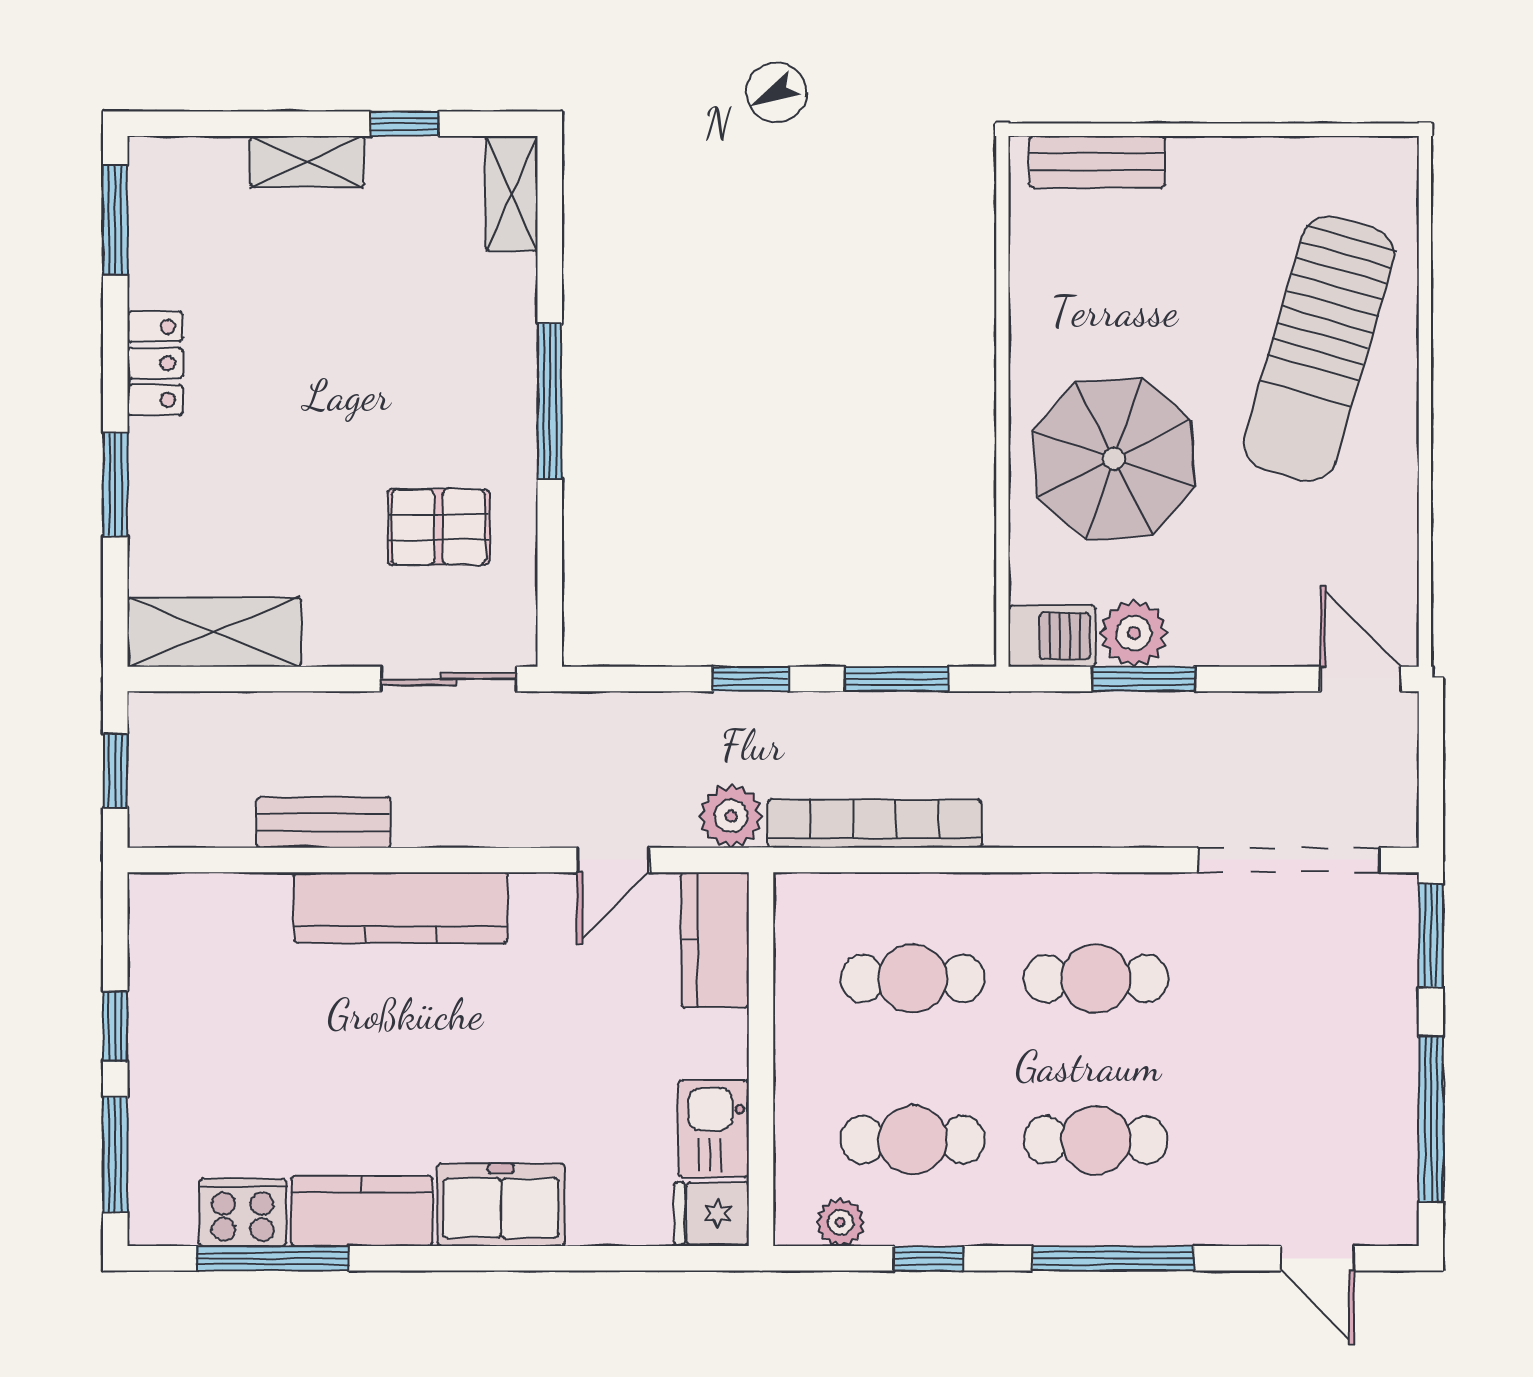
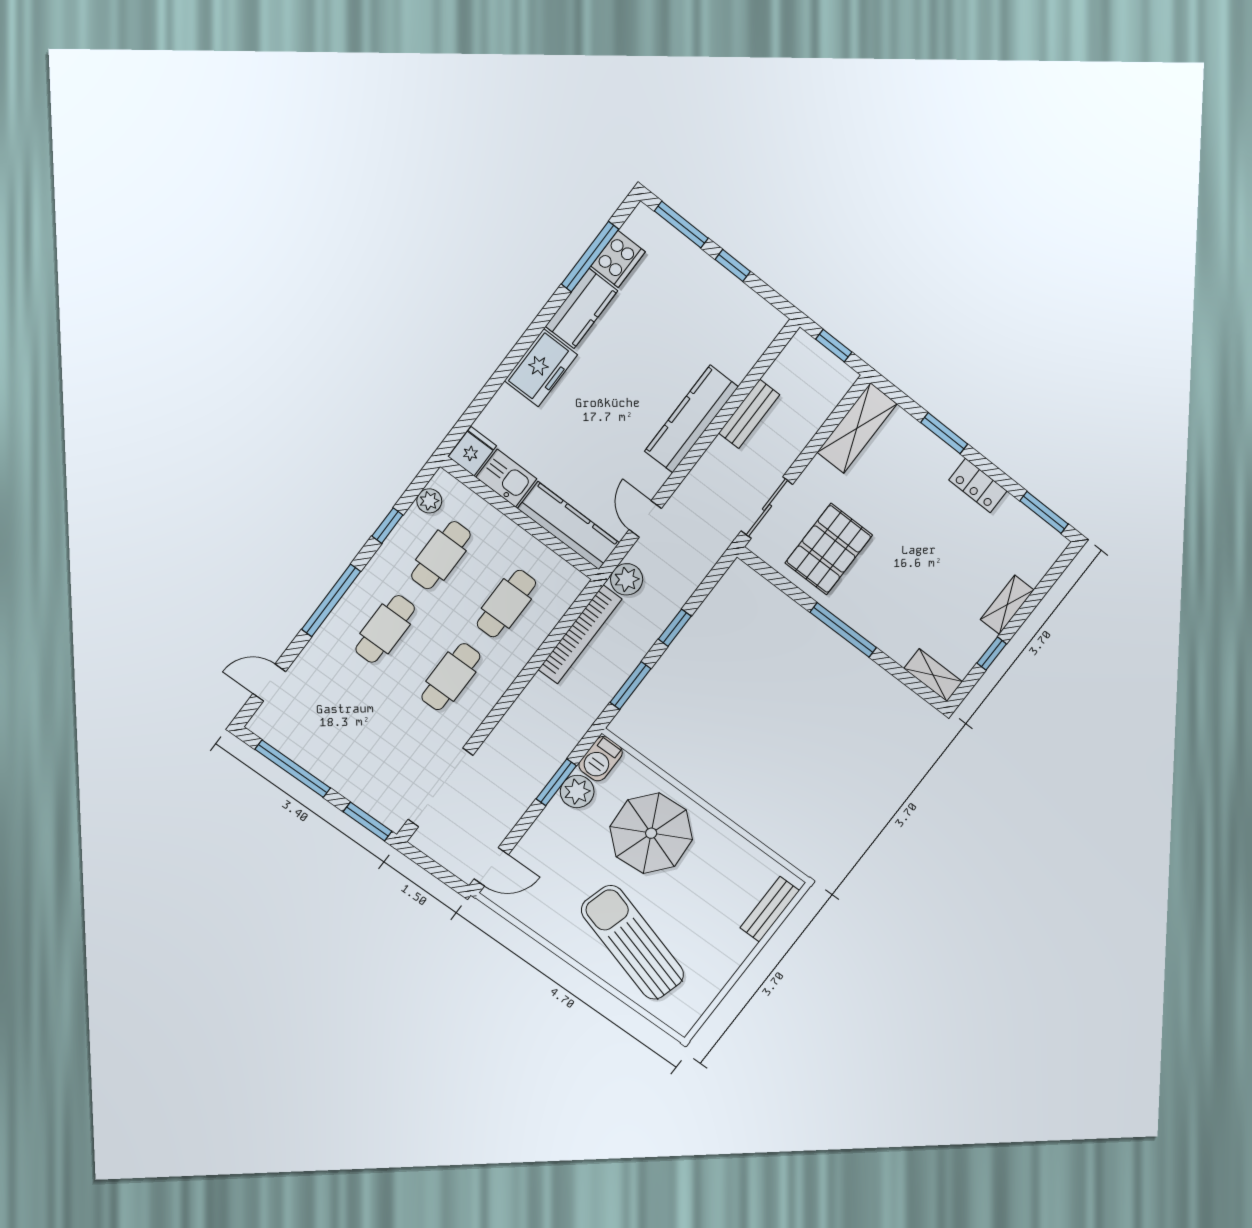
pallet: (438, 527) -> (829, 549), width x1.50, depth x1.42
kitchen counter: (715, 940) -> (569, 526), width x1.50

